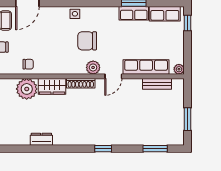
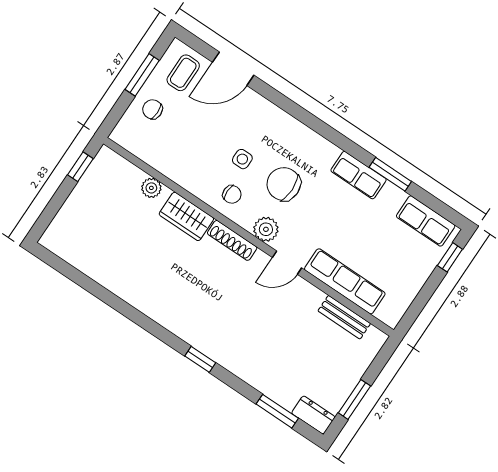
row of seats: (134, 13) -> (359, 175), moved
side table: (75, 14) -> (242, 159), moved
chair: (28, 64) -> (232, 194), moved
plant: (179, 69) -> (391, 317), removed
plant: (27, 89) -> (151, 188), width x0.53, depth x0.53
dresser: (41, 139) -> (313, 415), moved

